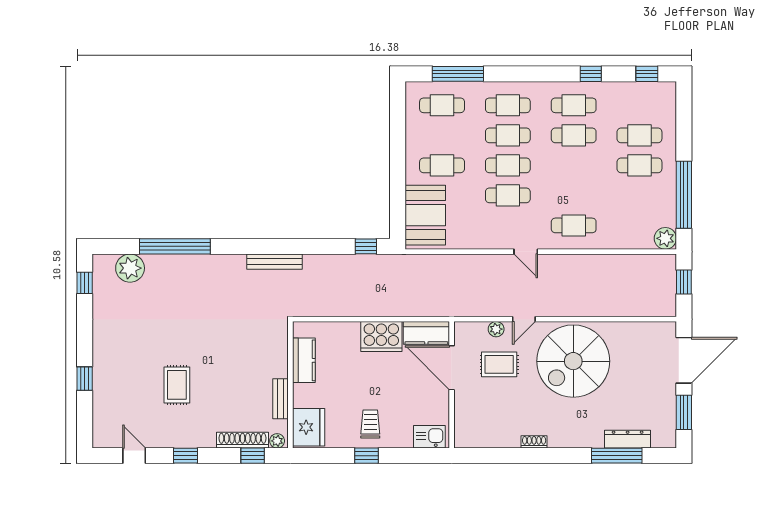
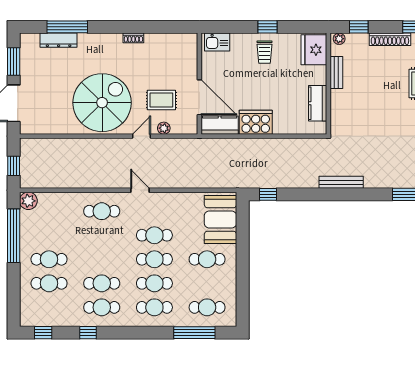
shoe rack: (243, 440) -> (390, 39), moved

